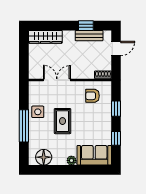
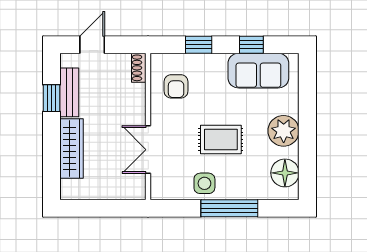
wardrobe: (45, 37) -> (72, 148), moved
door: (116, 49) -> (92, 45), hinge flipped
sofa: (94, 155) -> (258, 71), moved, turned -90
plant: (71, 160) -> (284, 131), width x1.88, depth x1.88

